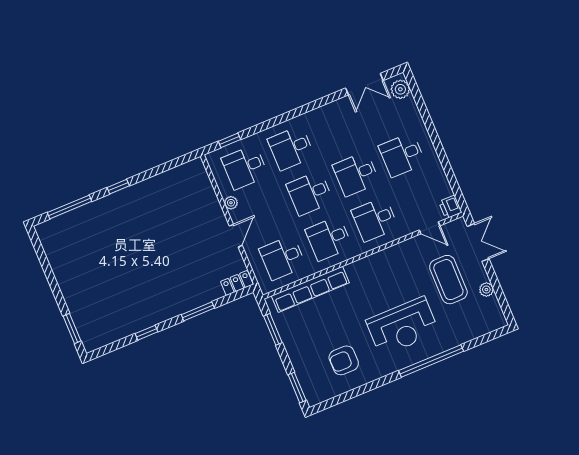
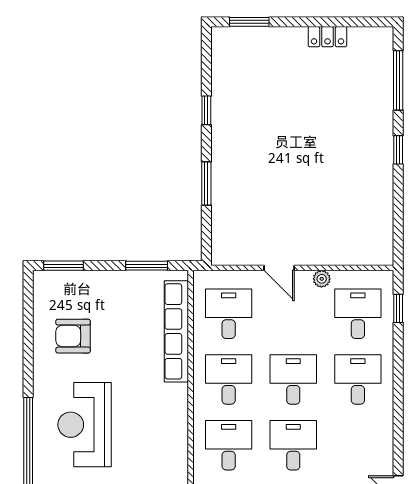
locker: (237, 283) -> (327, 37), moved, turned 90
armchair: (344, 360) -> (73, 336), turned -90

